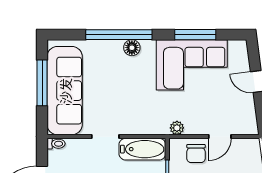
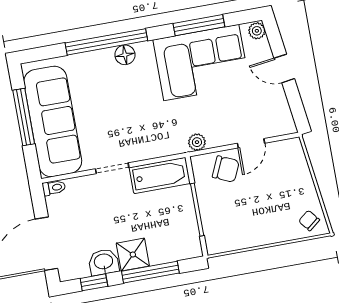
plant: (241, 47) -> (257, 31), added
chair: (196, 154) -> (226, 169), turned -66

